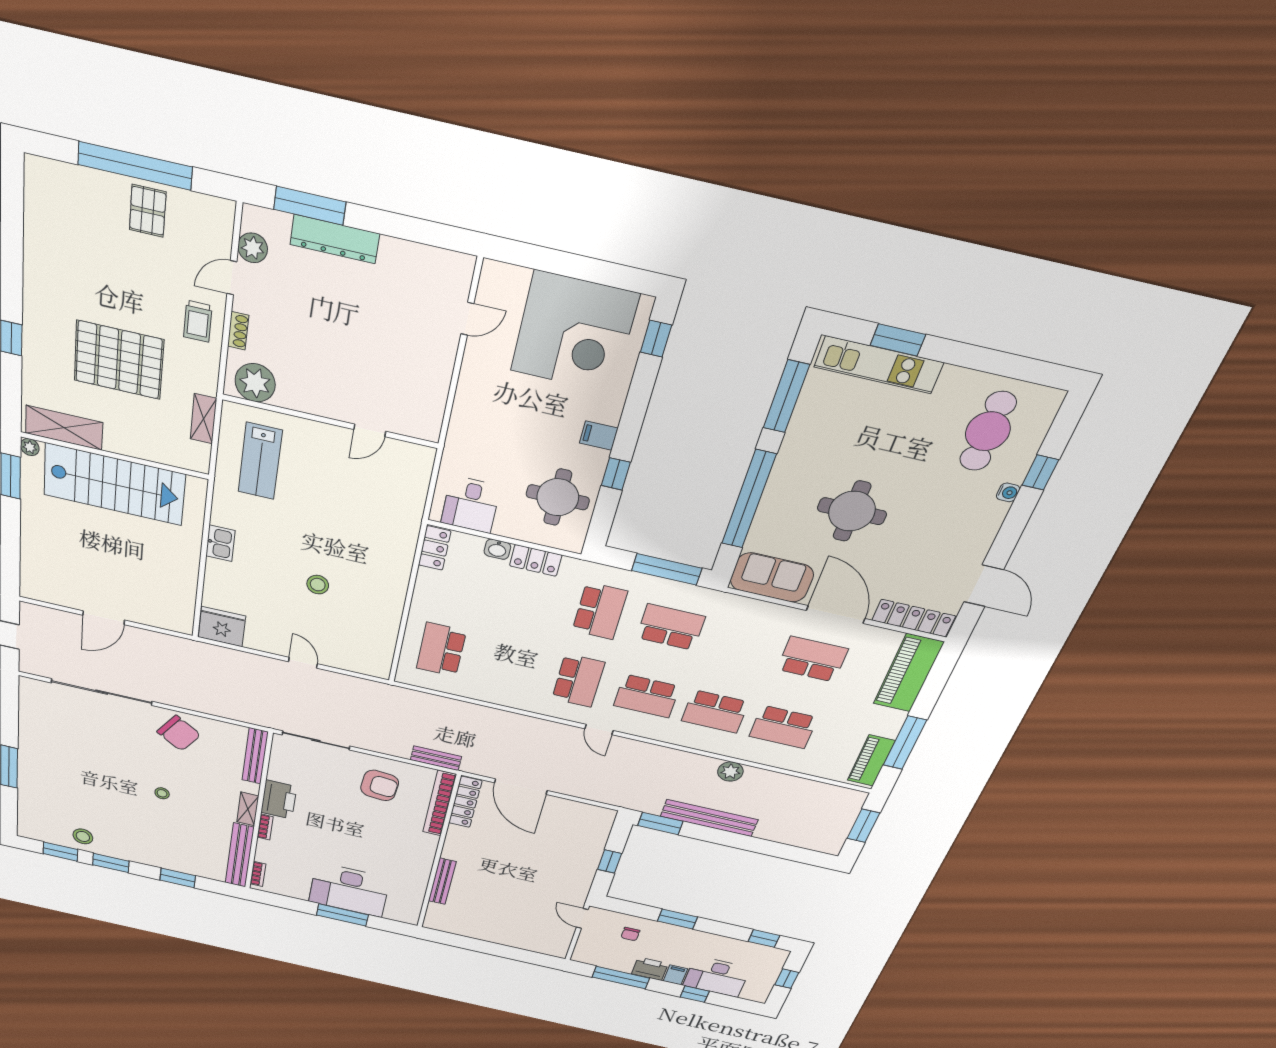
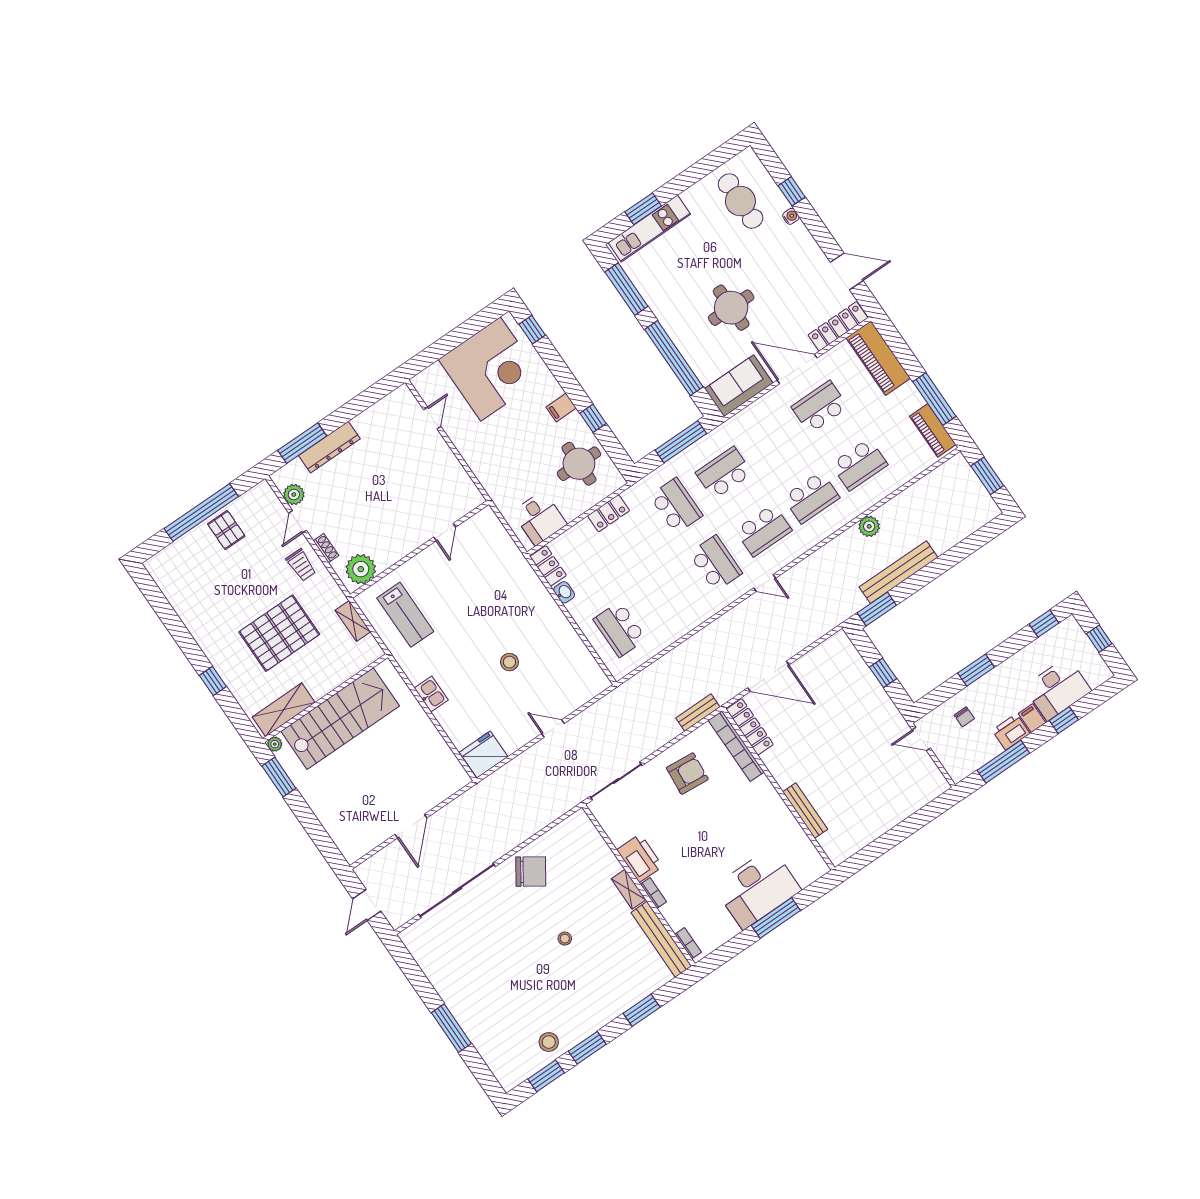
washbasin: (497, 549) -> (564, 592), moved, turned -90
bench: (255, 756) -> (592, 837), removed

